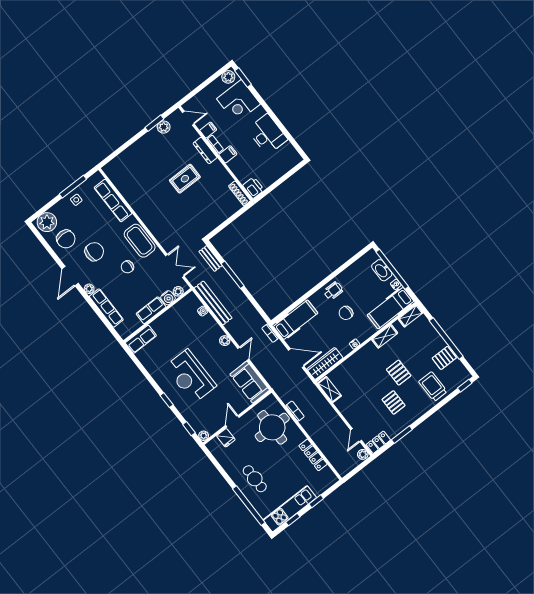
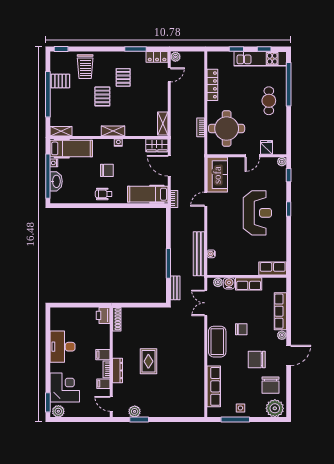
rug: (185, 179) -> (148, 361), turned 90
chair: (66, 239) -> (270, 385), turned 180
shelving: (385, 336) -> (113, 131), moved
plant: (225, 341) -> (212, 219), removed
wardrobe: (325, 364) -> (157, 145), width x0.67

